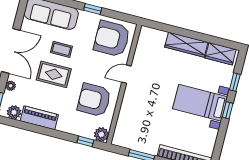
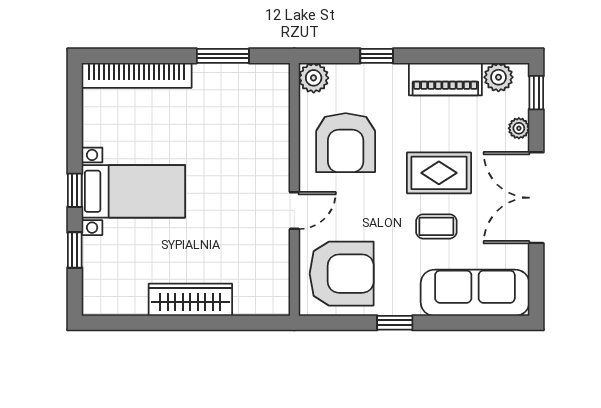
wardrobe: (221, 54) -> (118, 299), removed
armchair: (94, 100) -> (346, 143), turned 90
window: (85, 141) -> (377, 56), moved

